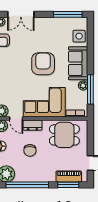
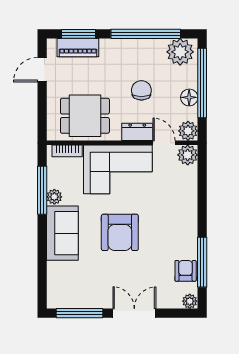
double door: (21, 14) -> (134, 313), moved
side table: (79, 36) -> (61, 278), removed

